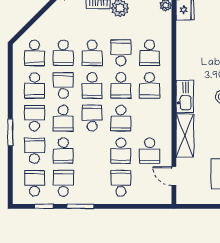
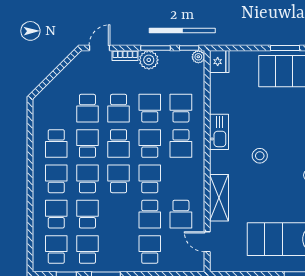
school desk: (34, 53) -> (56, 108), removed
school desk: (150, 53) -> (181, 108), turned 180
school desk: (121, 85) -> (150, 144), turned 180
kitchen sink: (185, 96) -> (219, 132), moved
school desk: (63, 118) -> (87, 179), turned 180
school desk: (121, 118) -> (150, 179), turned 180
window: (10, 132) -> (30, 194), removed
school desk: (63, 151) -> (87, 214), turned 180

